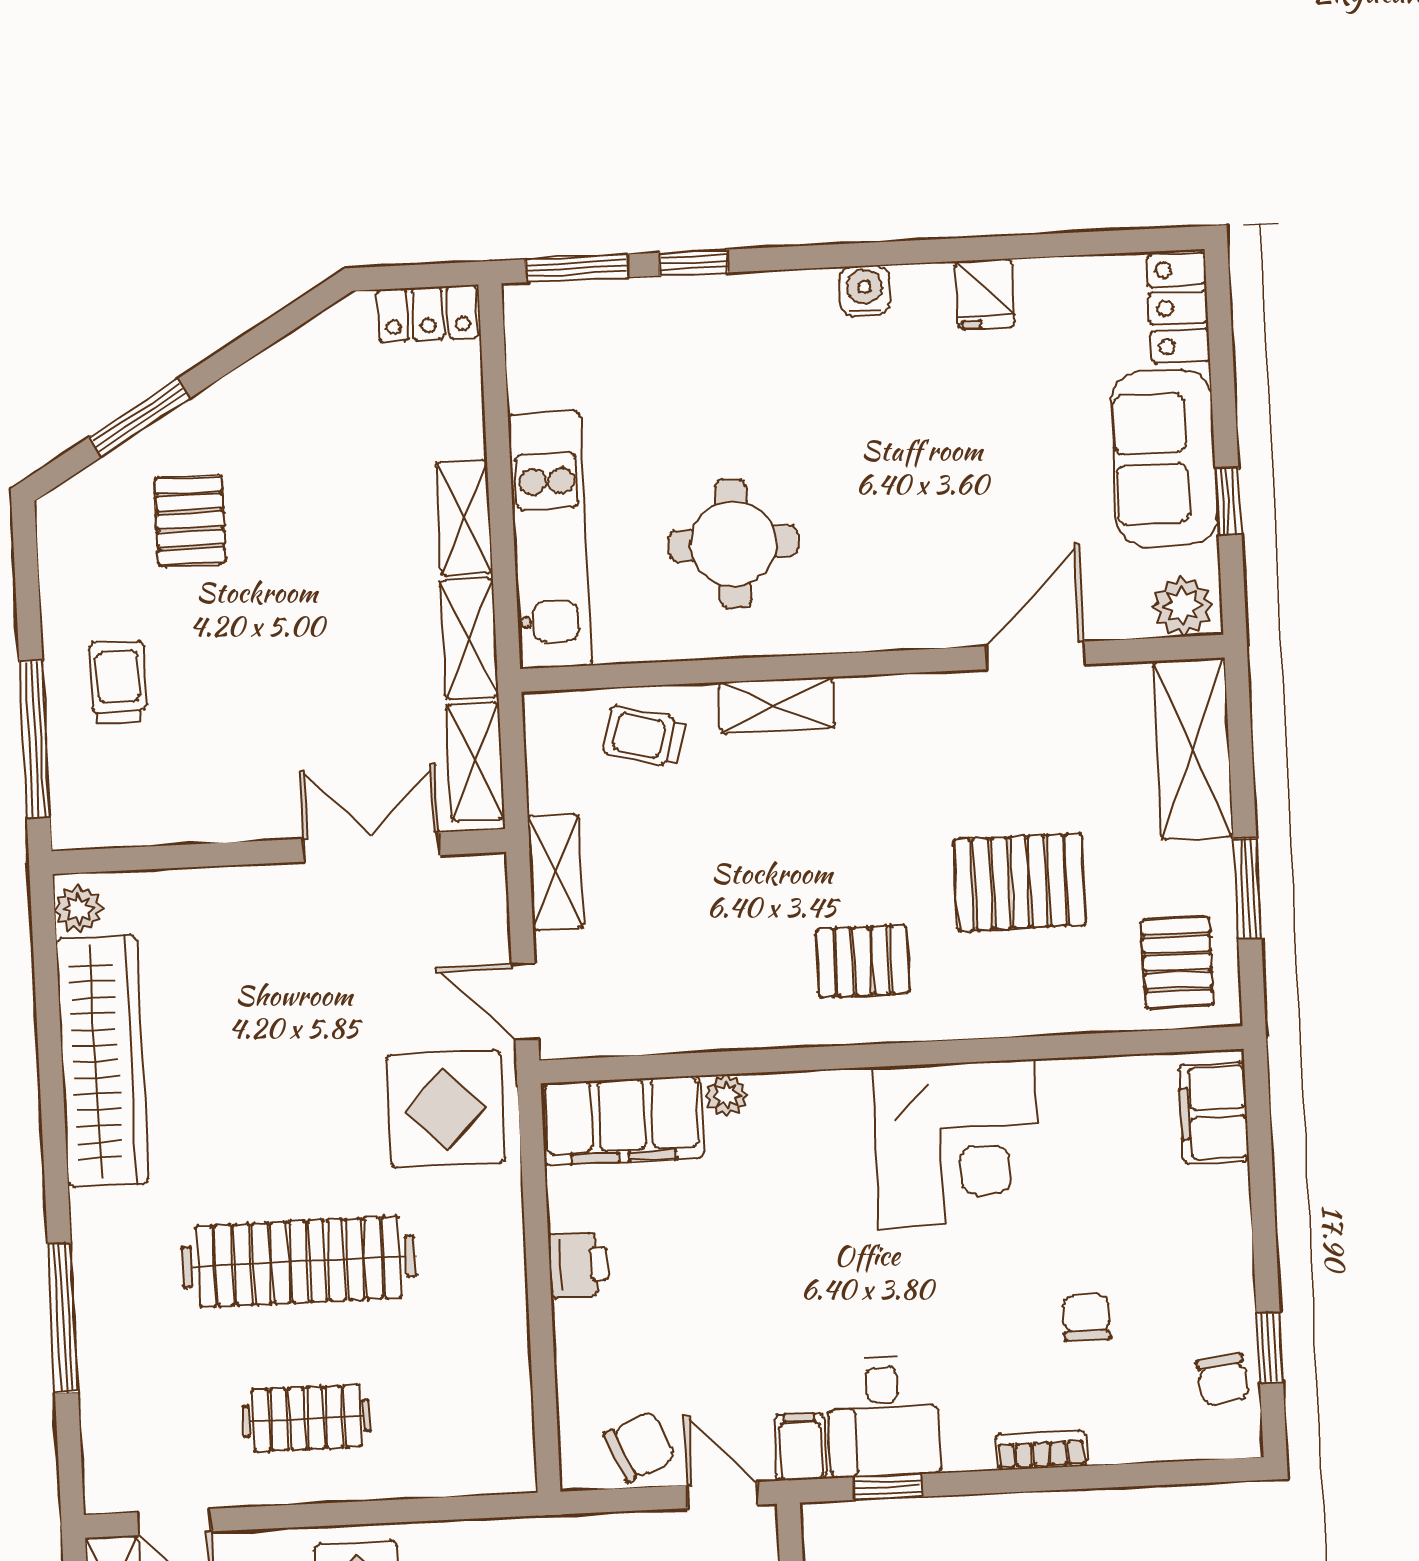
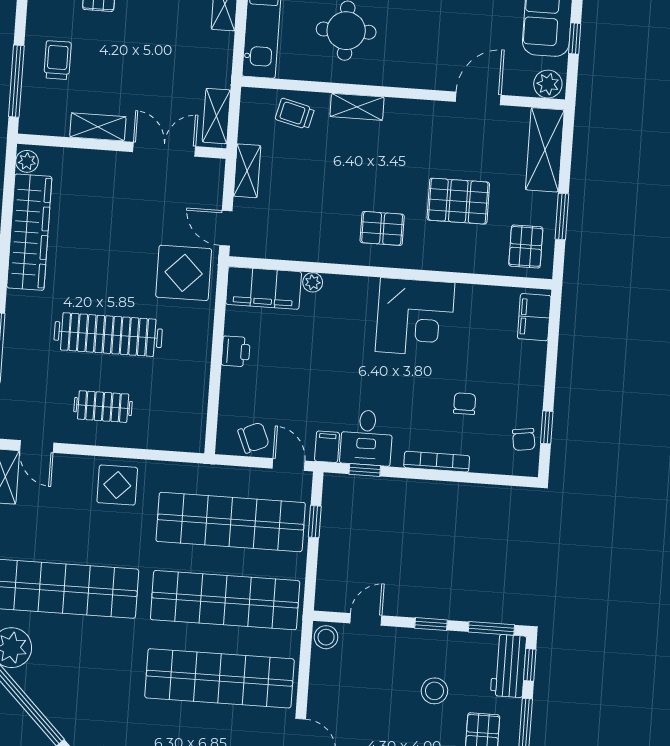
shelving: (469, 639) -> (98, 127), moved, turned 90
bookcase: (1041, 1450) -> (437, 462), width x1.56

